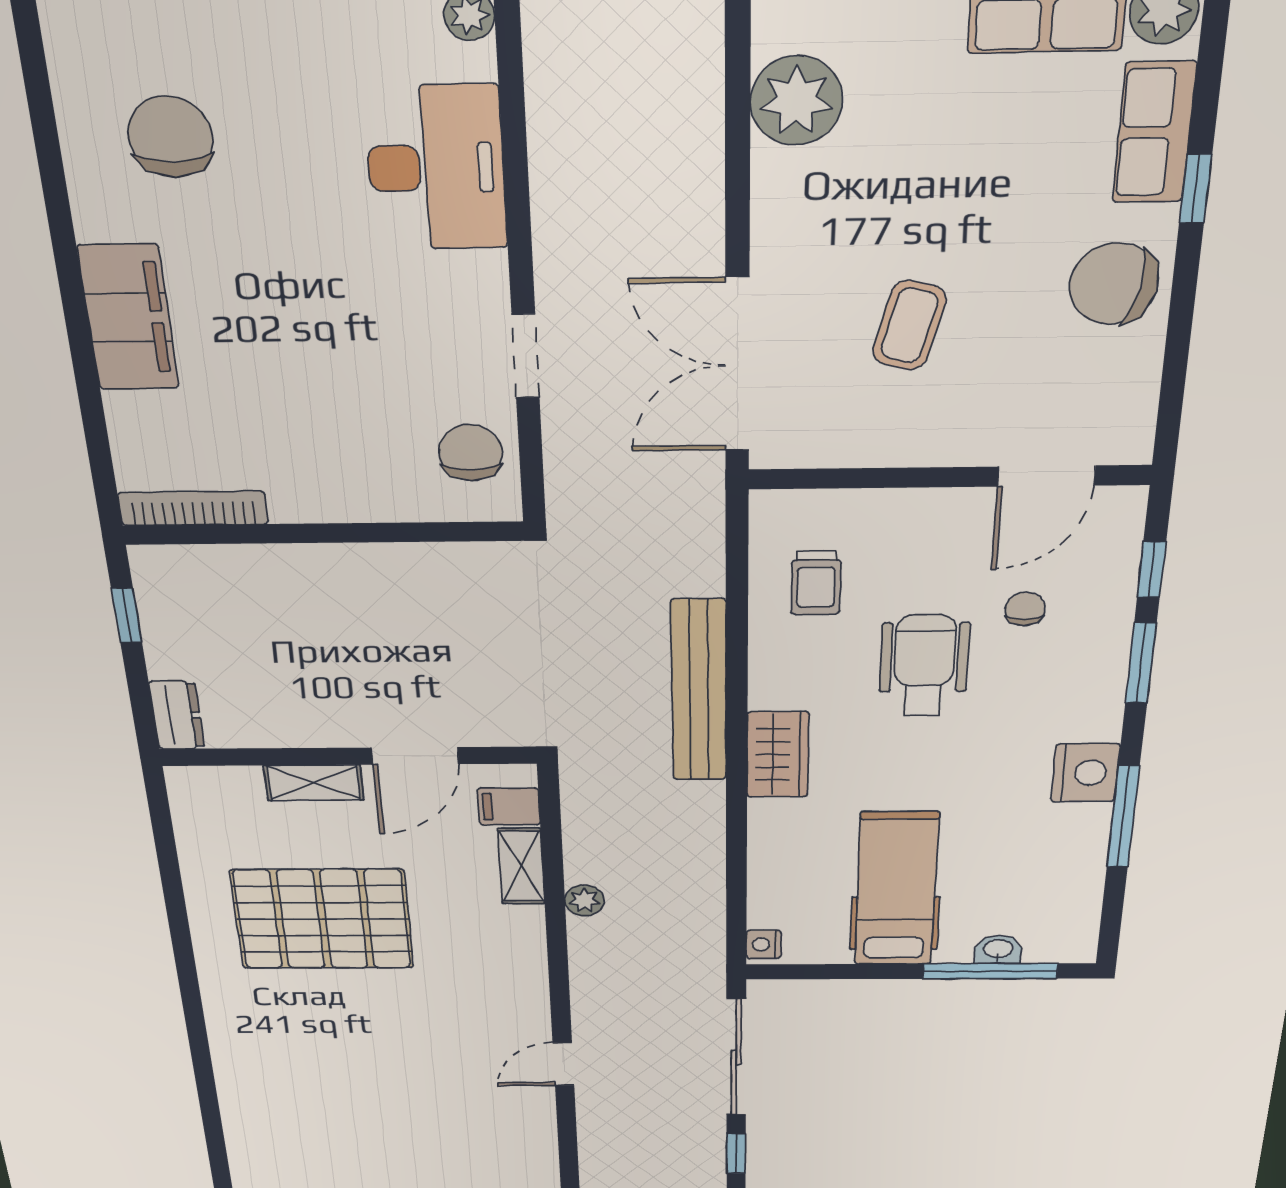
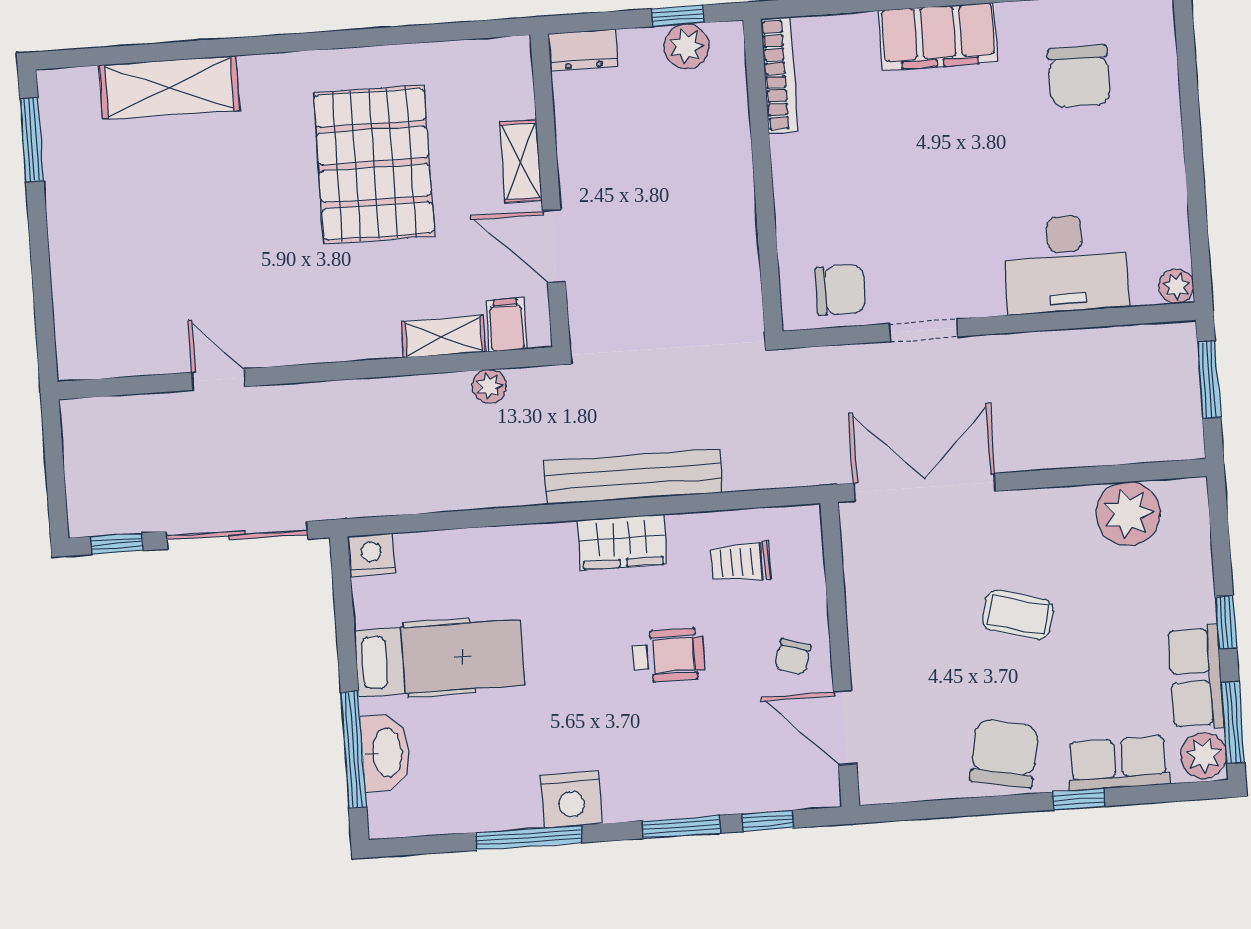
chair: (170, 137) -> (1079, 76), turned 90
coffee table: (909, 325) -> (1018, 615), moved
plant: (164, 608) -> (686, 46), added
chair: (1025, 609) -> (793, 657), moved, turned 107
wheelchair: (924, 666) -> (668, 655), width x0.73, depth x0.73
wardrobe: (778, 755) -> (622, 542), moved
plant: (584, 900) -> (489, 386), moved
nightstand: (764, 944) -> (371, 555), width x1.39, depth x1.35
washbasin: (998, 949) -> (386, 753), width x1.91, depth x1.45
shelving: (245, 1087) -> (169, 88), added

